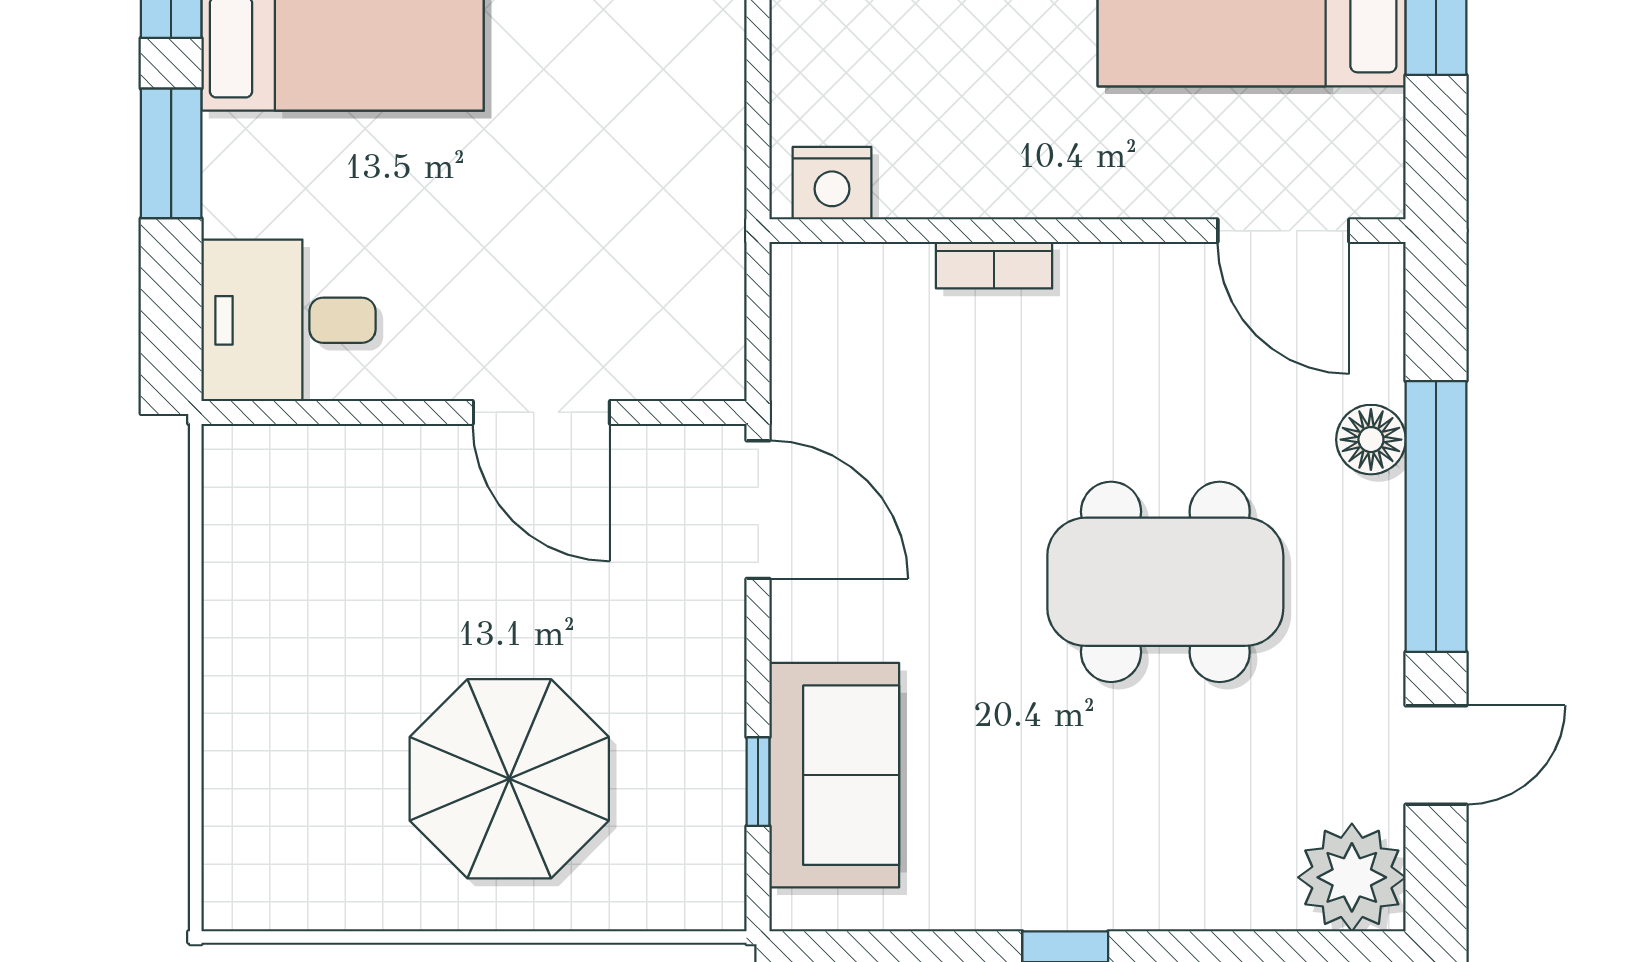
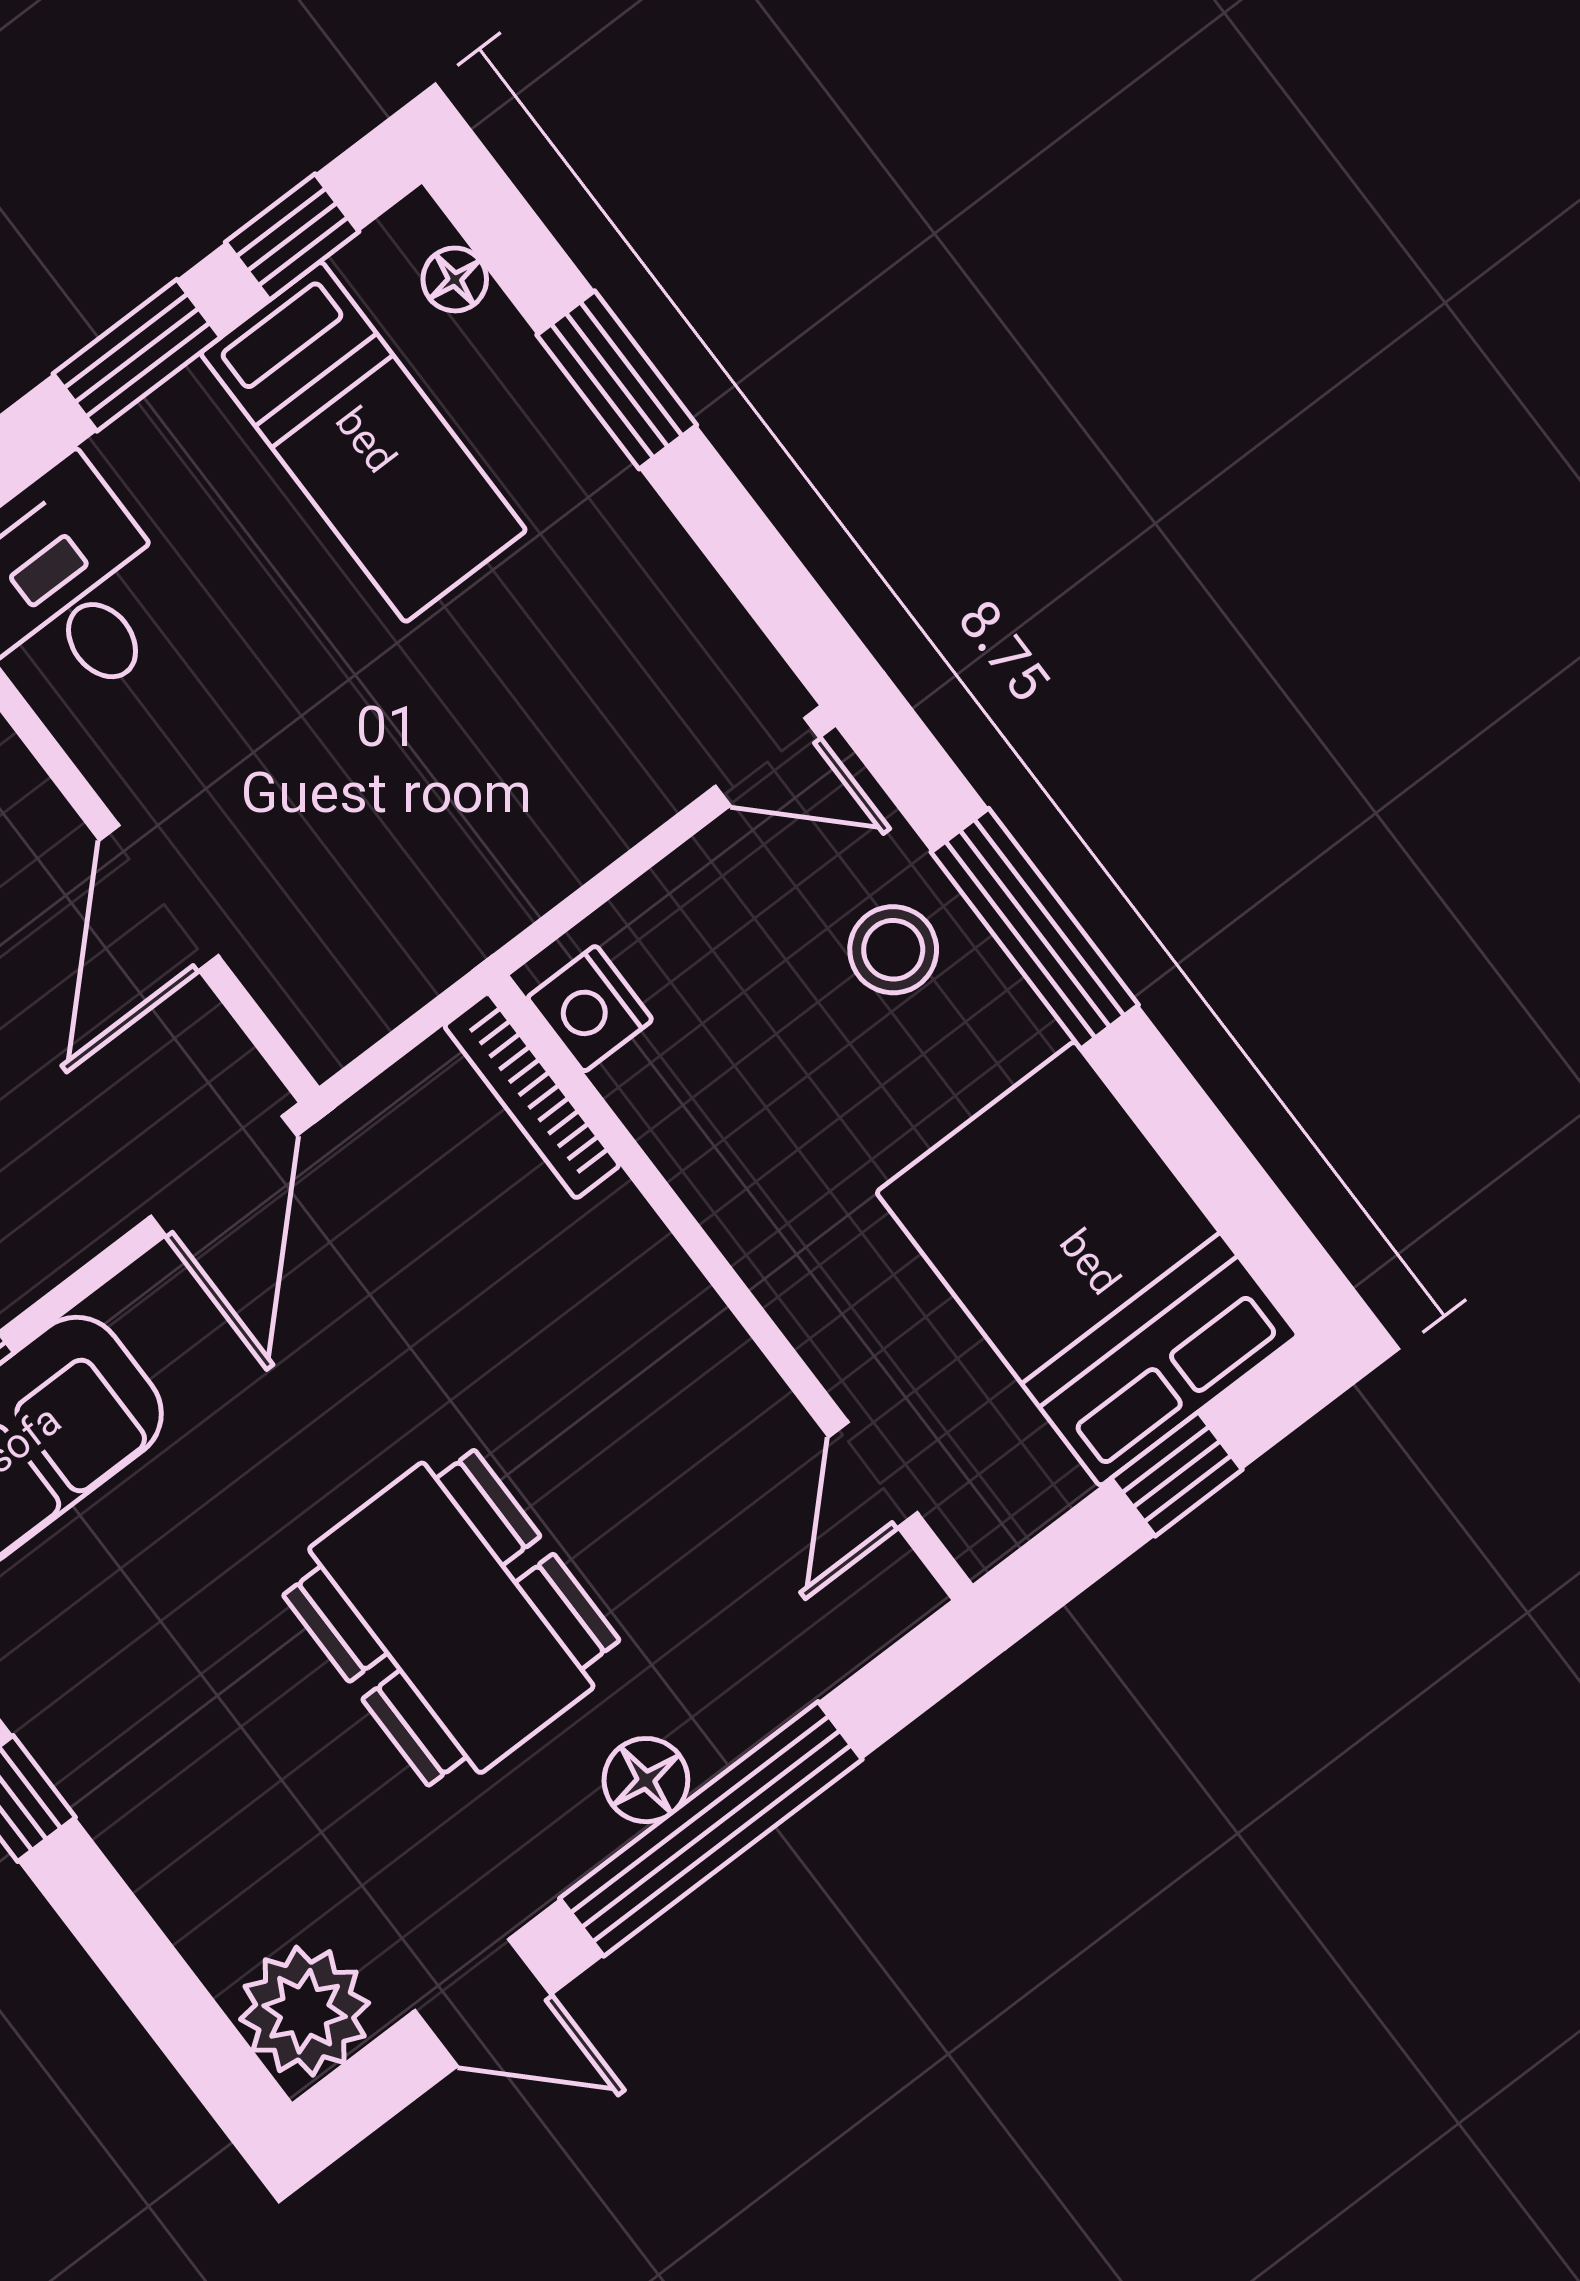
door: (1283, 231) -> (873, 1475), width x0.73
bookcase: (994, 265) -> (532, 1096), moved, width x1.56
floor lamp: (1371, 440) -> (646, 1780), moved

